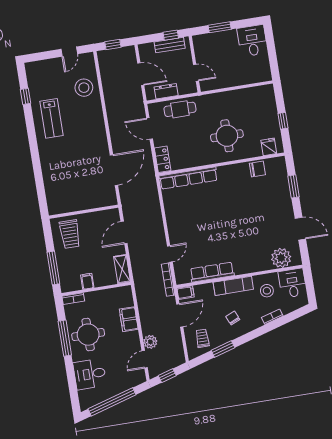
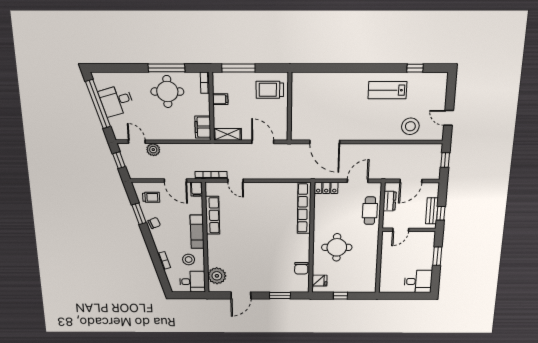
chair: (233, 318) -> (154, 223), moved
filing cabinet: (129, 319) -> (203, 127), moved, turned -90
desk: (90, 374) -> (116, 101), moved, turned -106

